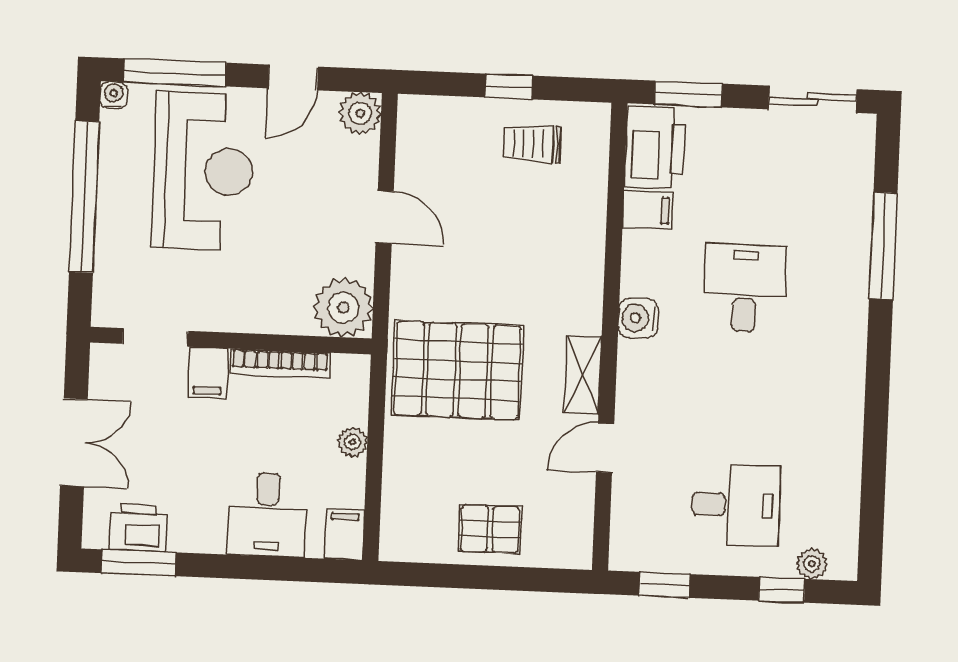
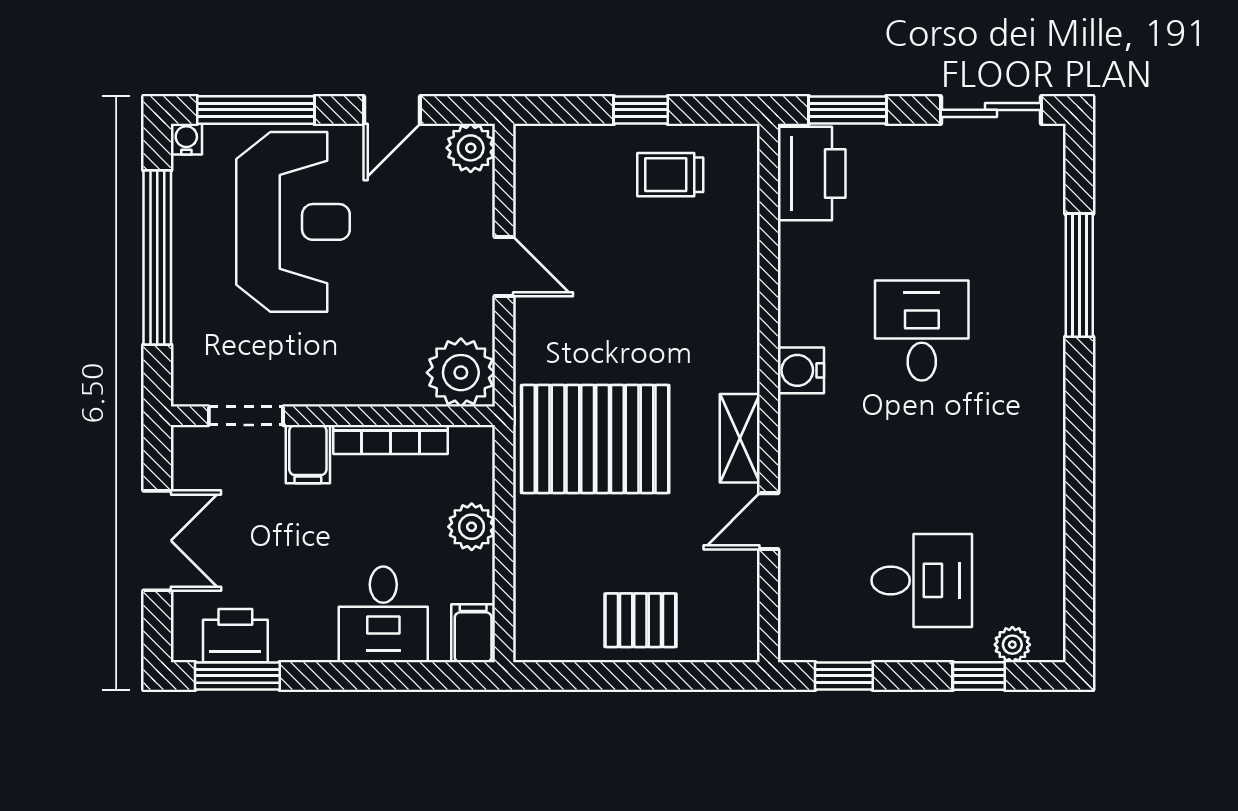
filing cabinet: (648, 210) -> (806, 246), removed
plant: (353, 442) -> (472, 527), width x1.38, depth x1.38

